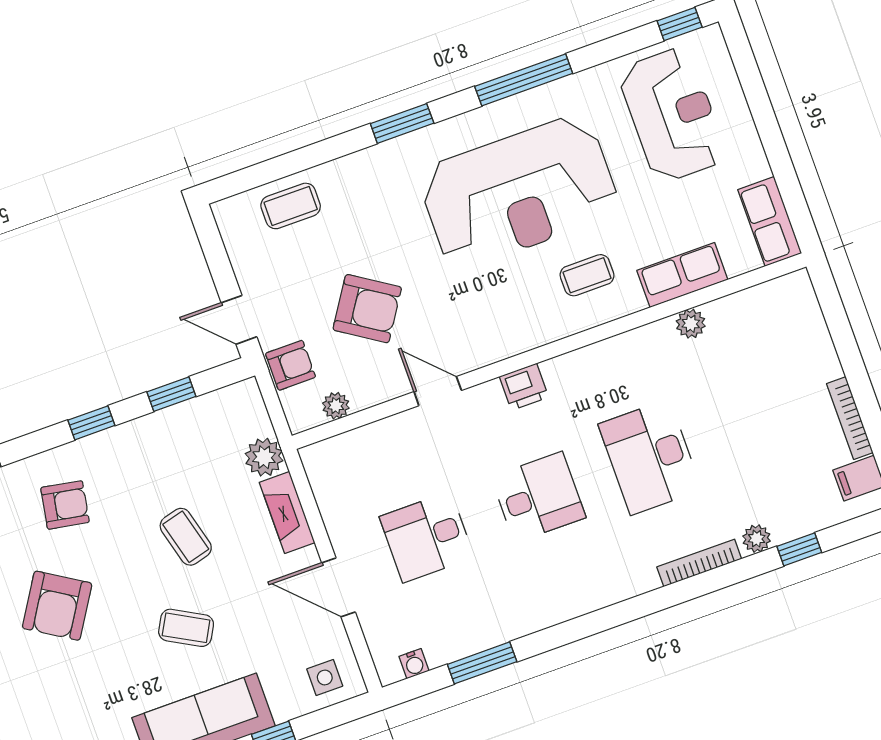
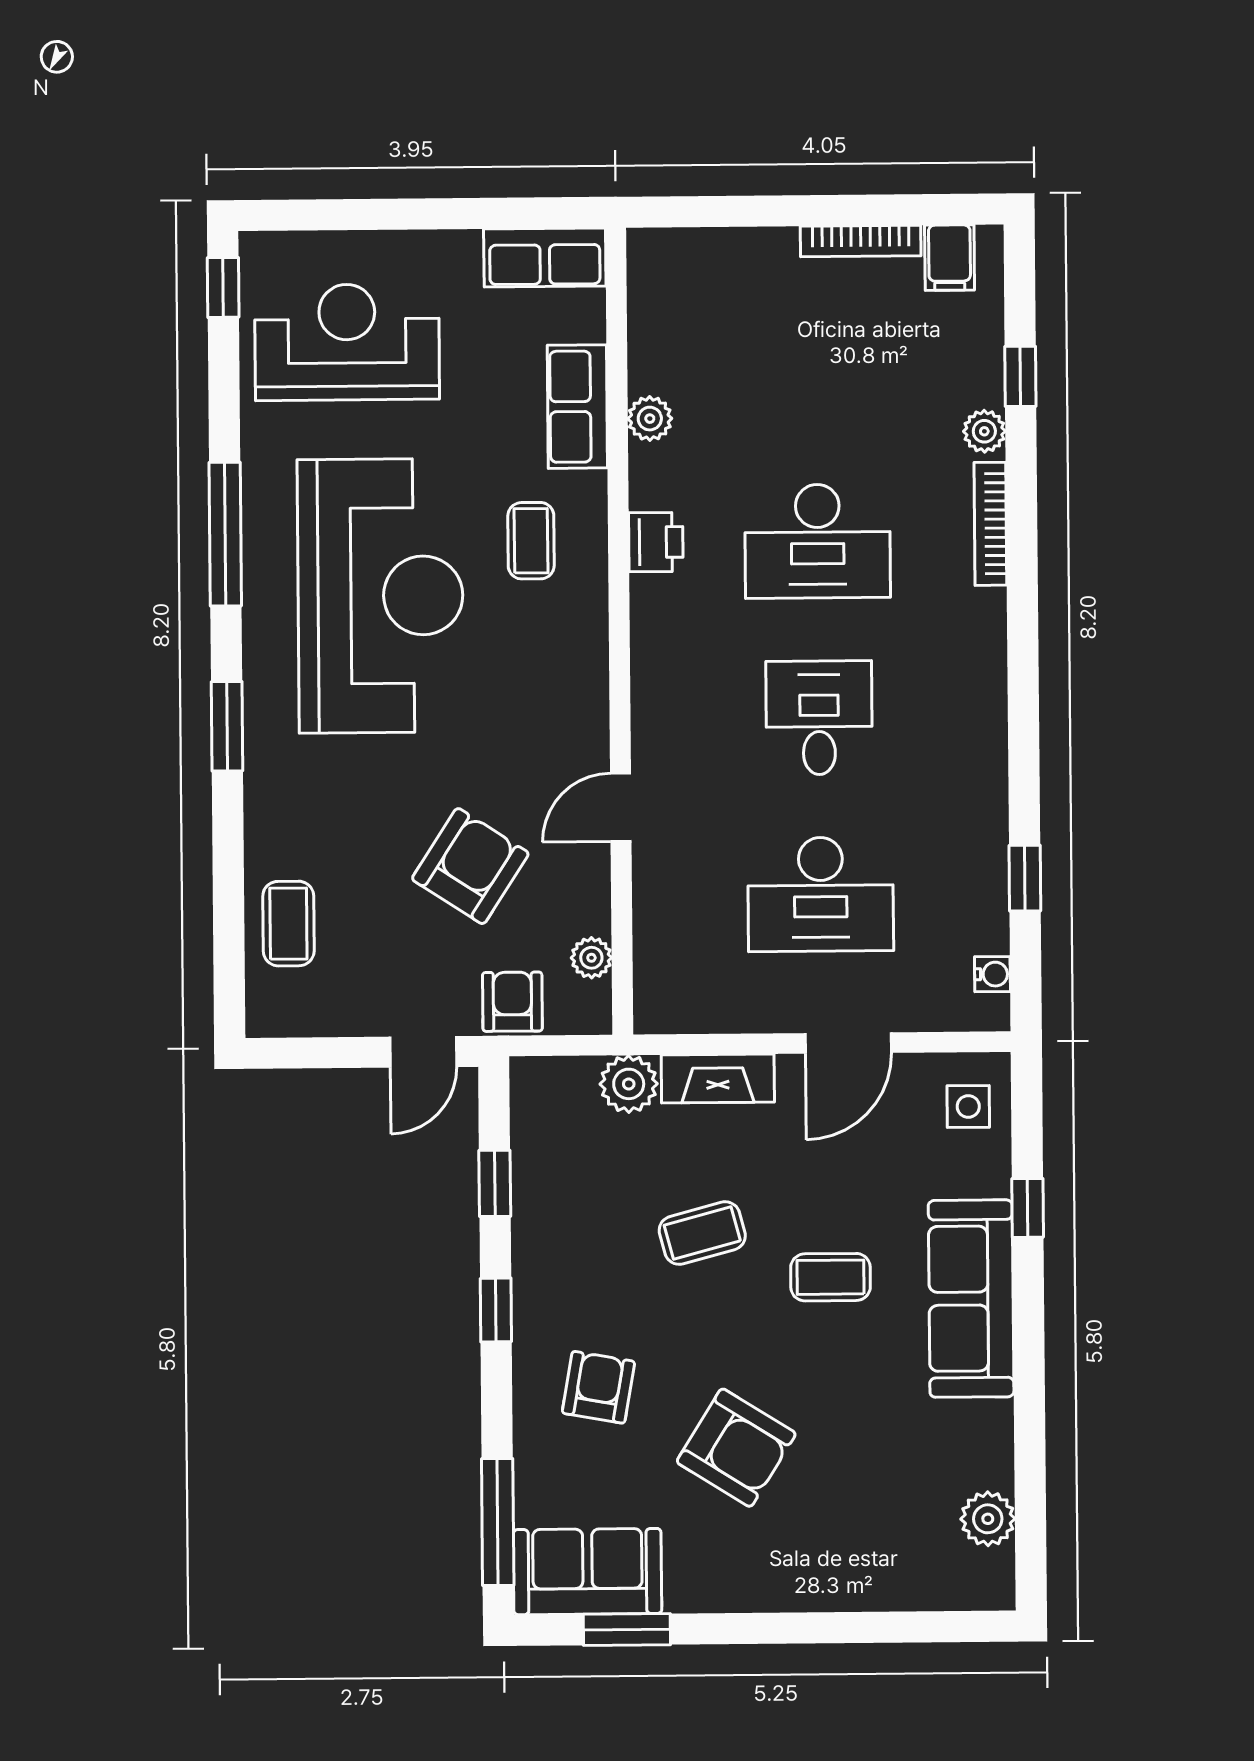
printer: (524, 387) -> (656, 542), moved
desk: (427, 537) -> (821, 894), width x1.37
coffee table: (186, 628) -> (830, 1277), turned 61
window: (482, 663) -> (1025, 878), width x0.67

